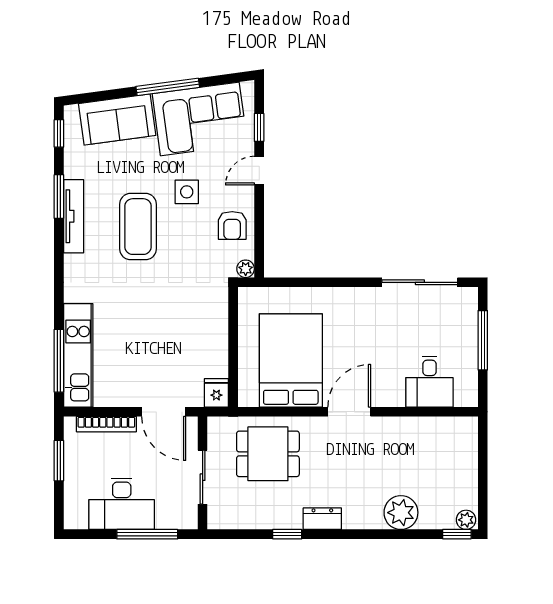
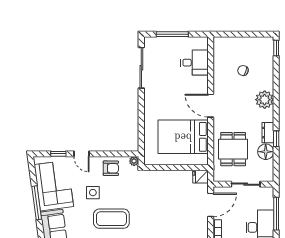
chair: (415, 472) -> (243, 71), added
plant: (401, 513) -> (265, 100), moved
floor lamp: (263, 515) -> (266, 152), added
dresser: (322, 519) -> (268, 133), moved
plant: (466, 520) -> (268, 43), removed

